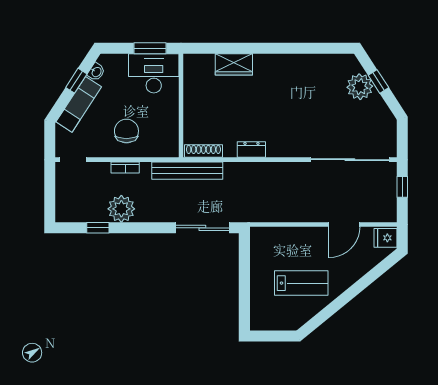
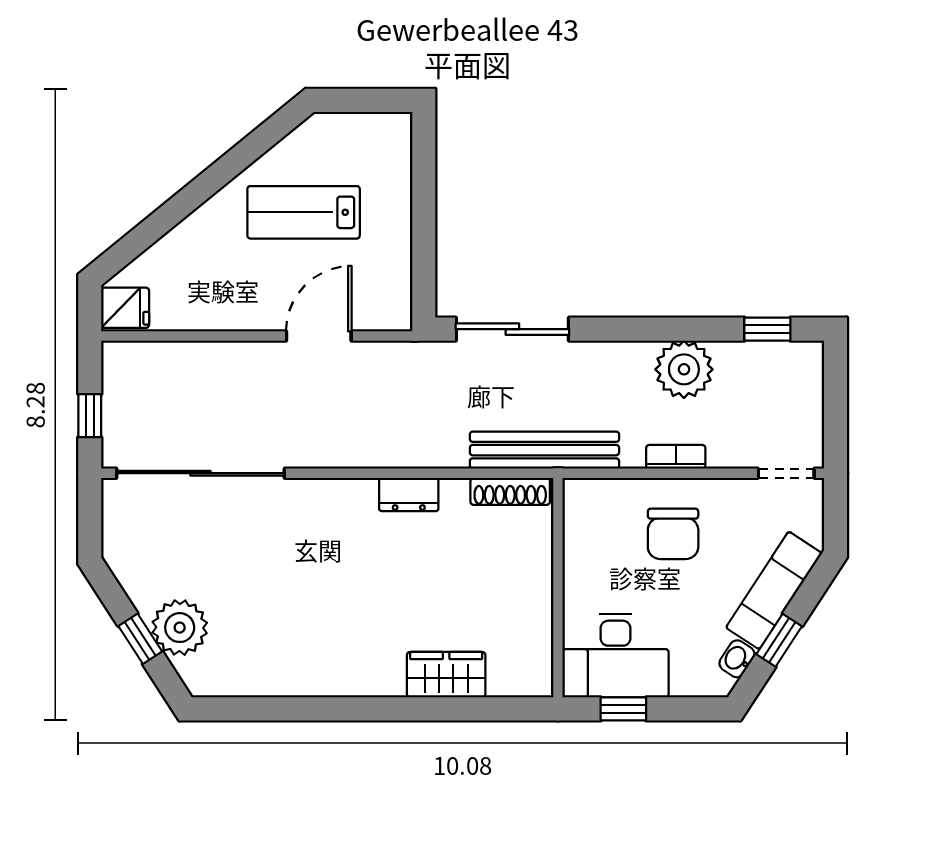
window: (150, 48) -> (623, 709), width x0.67
door: (344, 225) -> (319, 336), moved
window: (98, 228) -> (767, 329), moved

